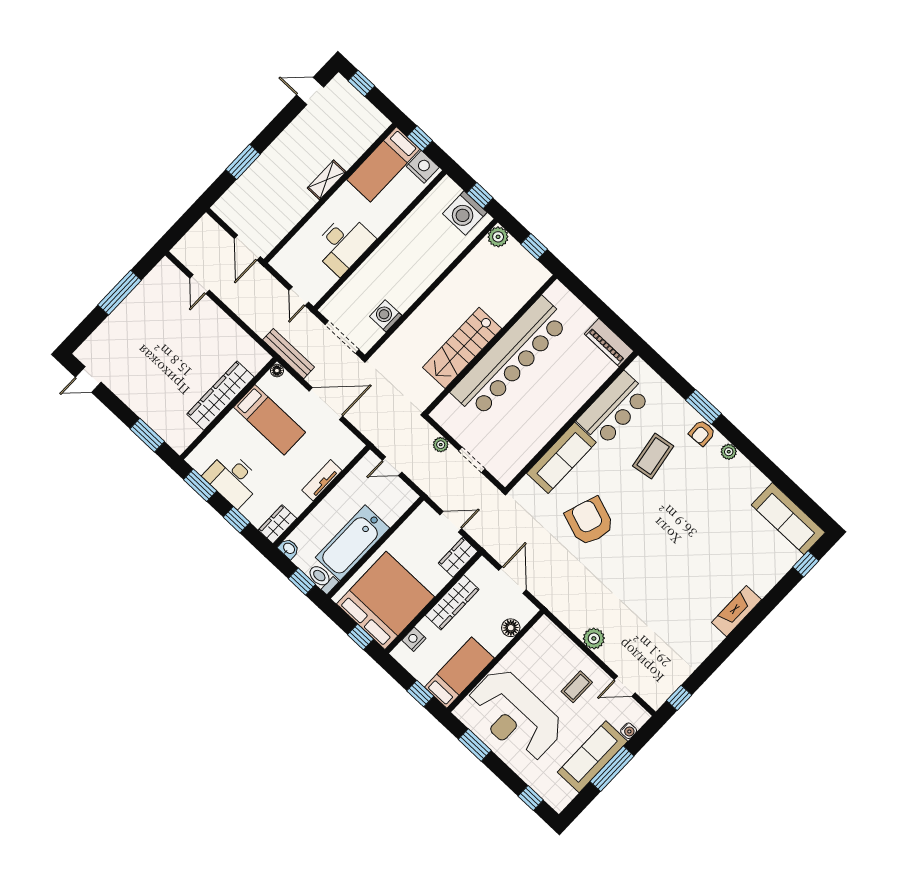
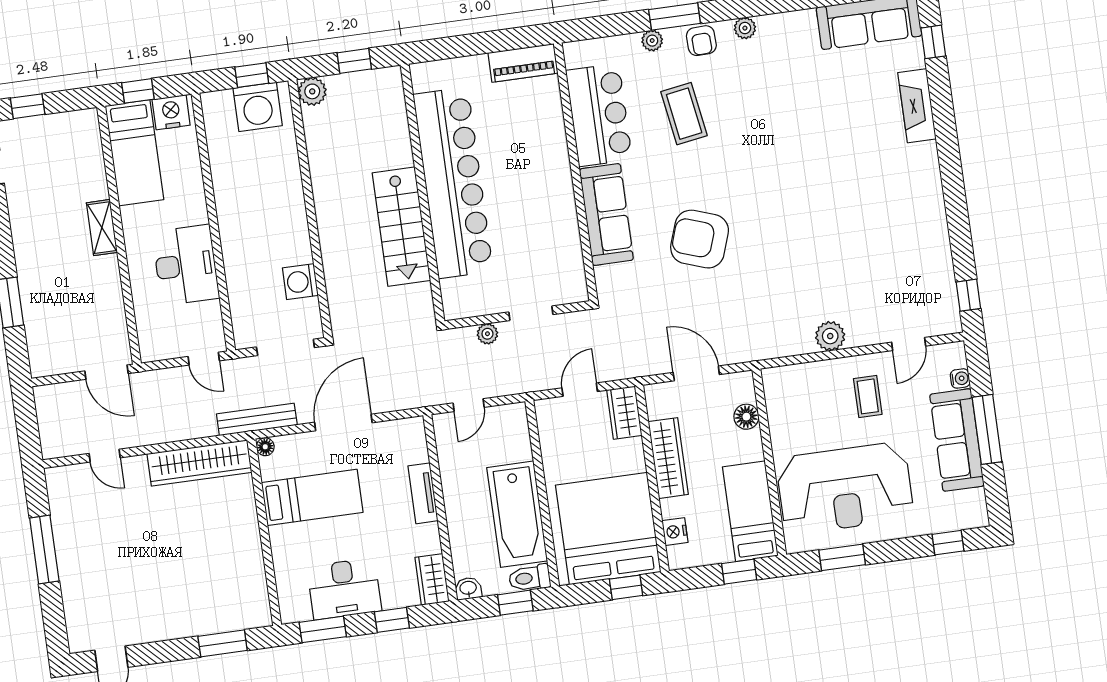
wardrobe: (220, 396) -> (199, 463), moved, turned -90
plant: (680, 405) -> (652, 41), added
fireplace: (737, 611) -> (917, 106), moved

